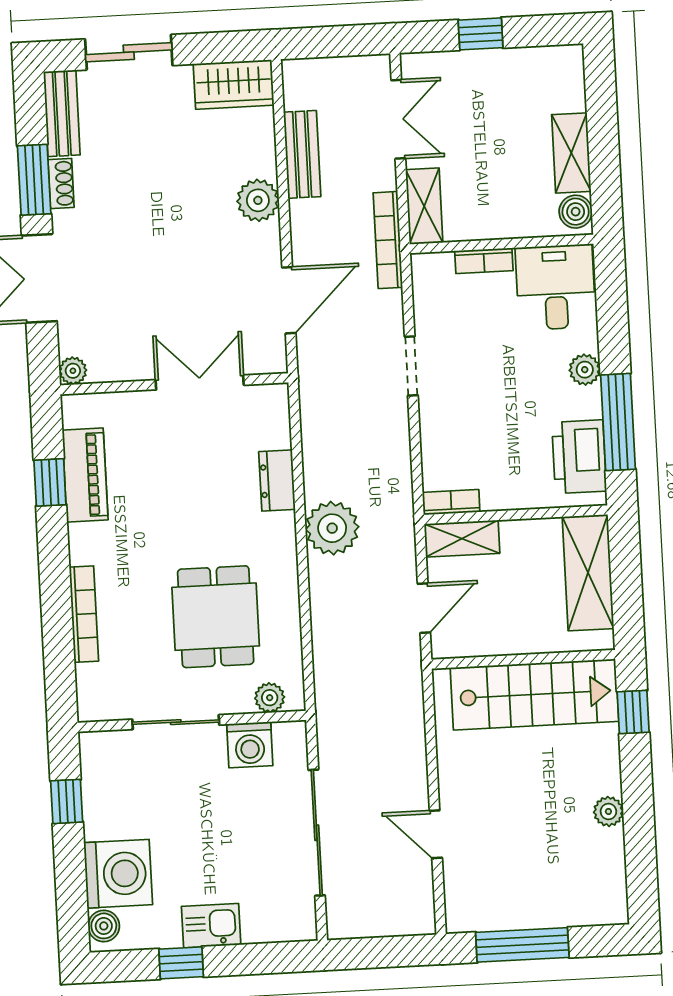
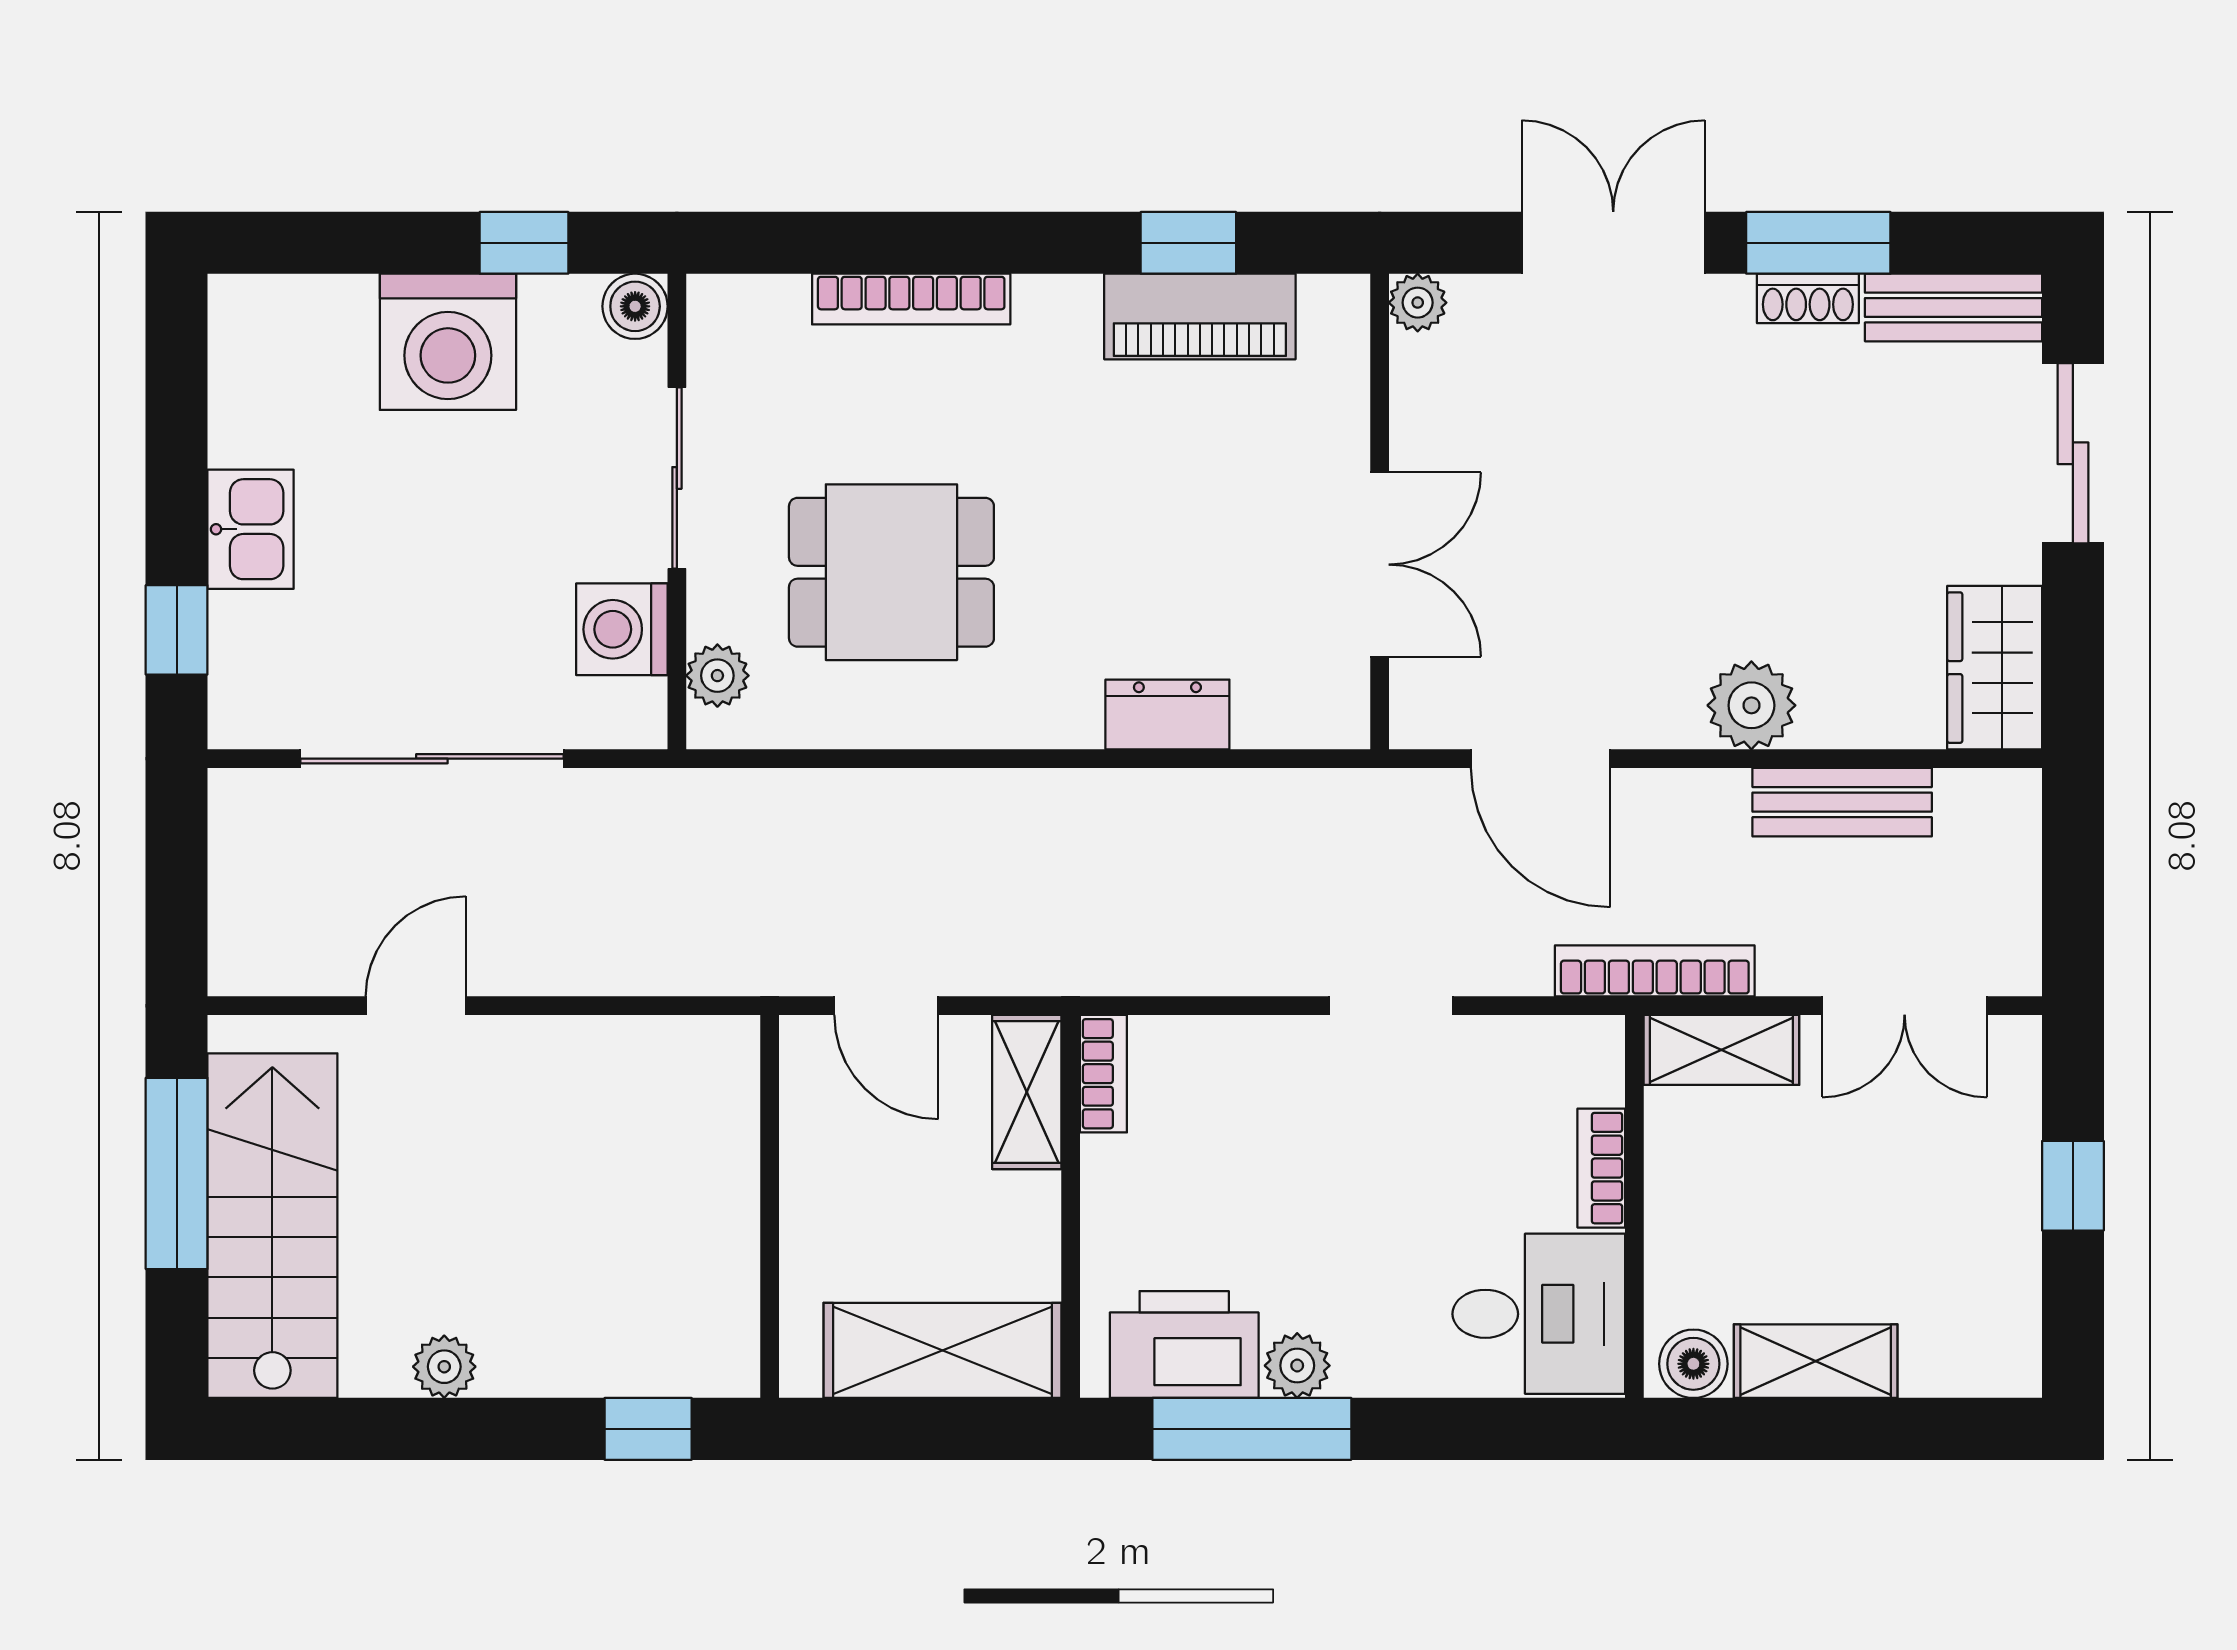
plant: (585, 370) -> (1297, 1366), moved
plant: (332, 528) -> (1063, 824), removed
stairs: (534, 694) -> (272, 1226), moved, turned 180
washing machine: (118, 874) -> (448, 342), moved
boiler: (104, 926) -> (635, 306), moved
window: (181, 963) -> (177, 630), moved

